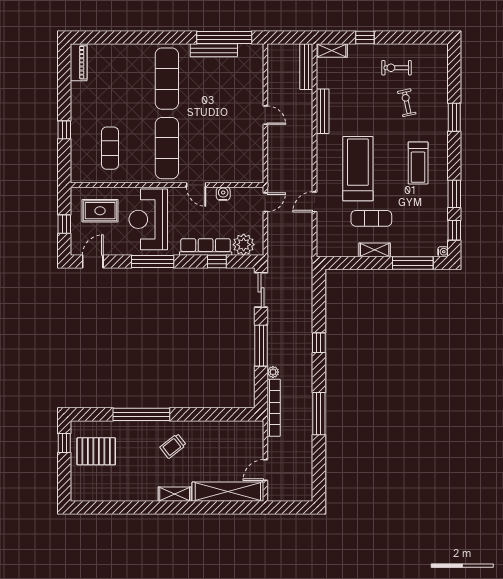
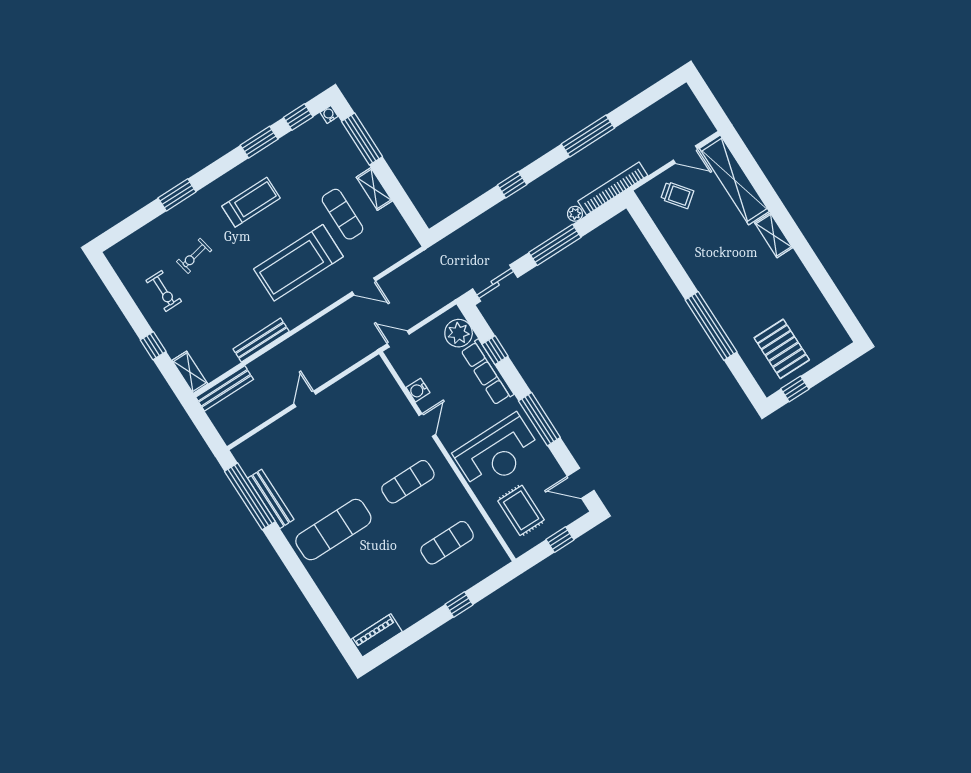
exercise mat: (167, 148) -> (408, 482), width x0.73, depth x0.69
trolley: (173, 446) -> (677, 195), moved

